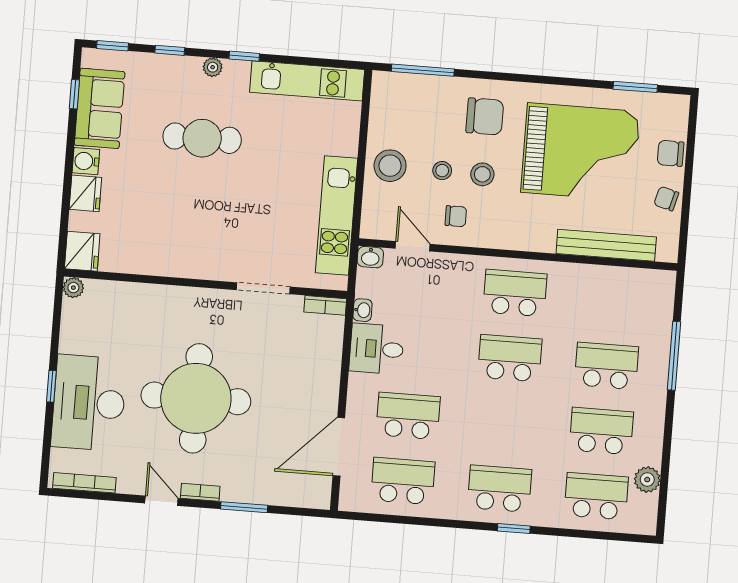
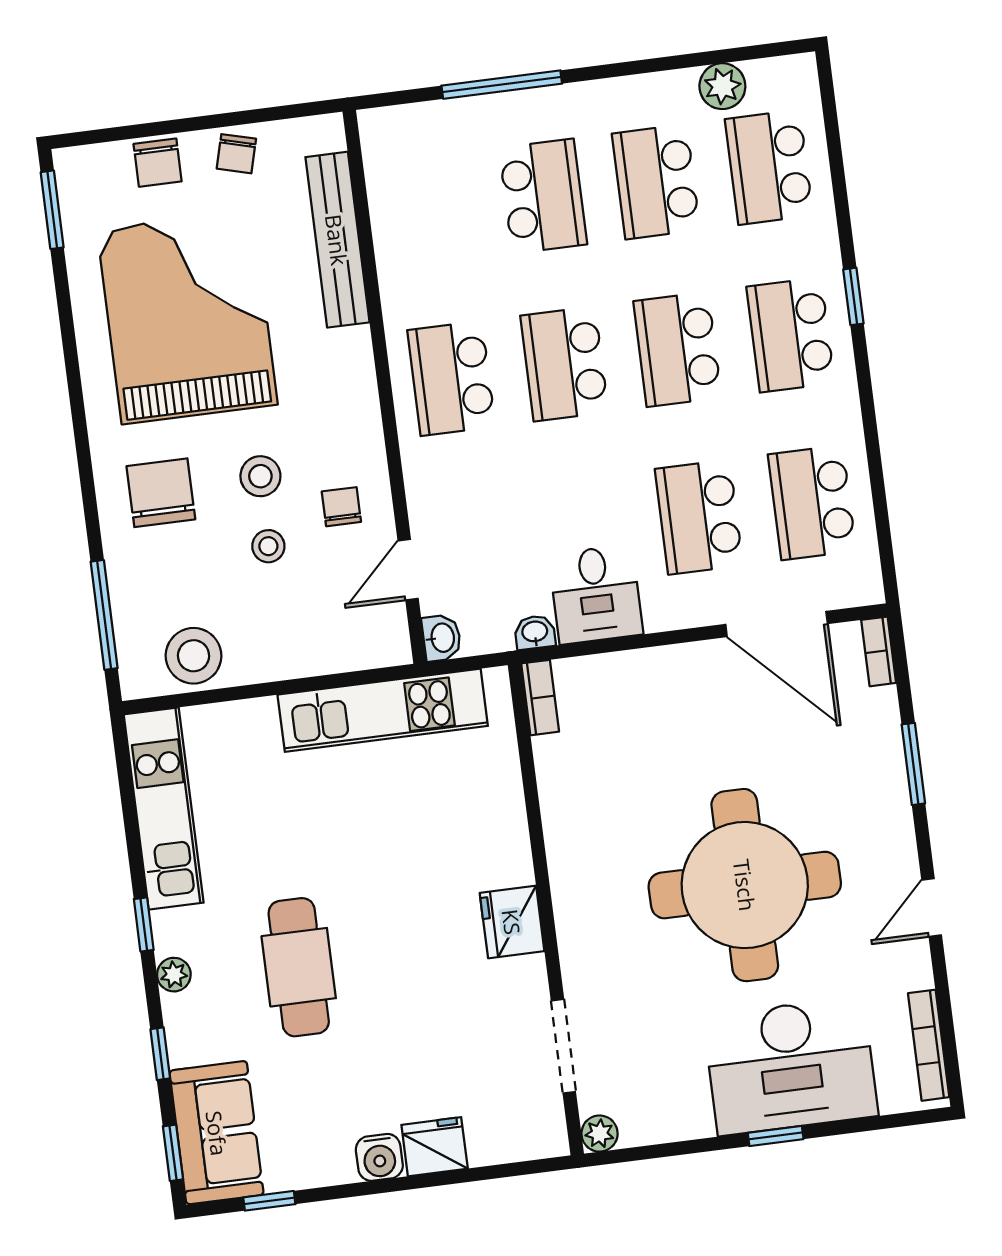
window: (635, 87) -> (52, 210), moved
sofa: (100, 108) -> (217, 1133), moved, turned 90
stool: (390, 166) -> (194, 656), moved
fridge: (82, 251) -> (512, 922), moved, turned -90
doorway: (263, 288) -> (563, 1046), moved
school desk: (606, 366) -> (543, 196), turned 180
school desk: (505, 423) -> (677, 349), added
bookcase: (200, 492) -> (879, 651), moved

